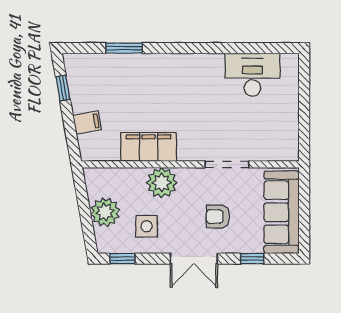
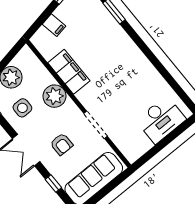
desk: (252, 75) -> (161, 120), moved, turned 90
armchair: (218, 217) -> (61, 144), turned 180

